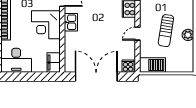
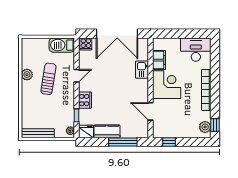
kitchen sink: (71, 22) -> (142, 70), moved
filing cabinet: (54, 62) -> (159, 60), moved

